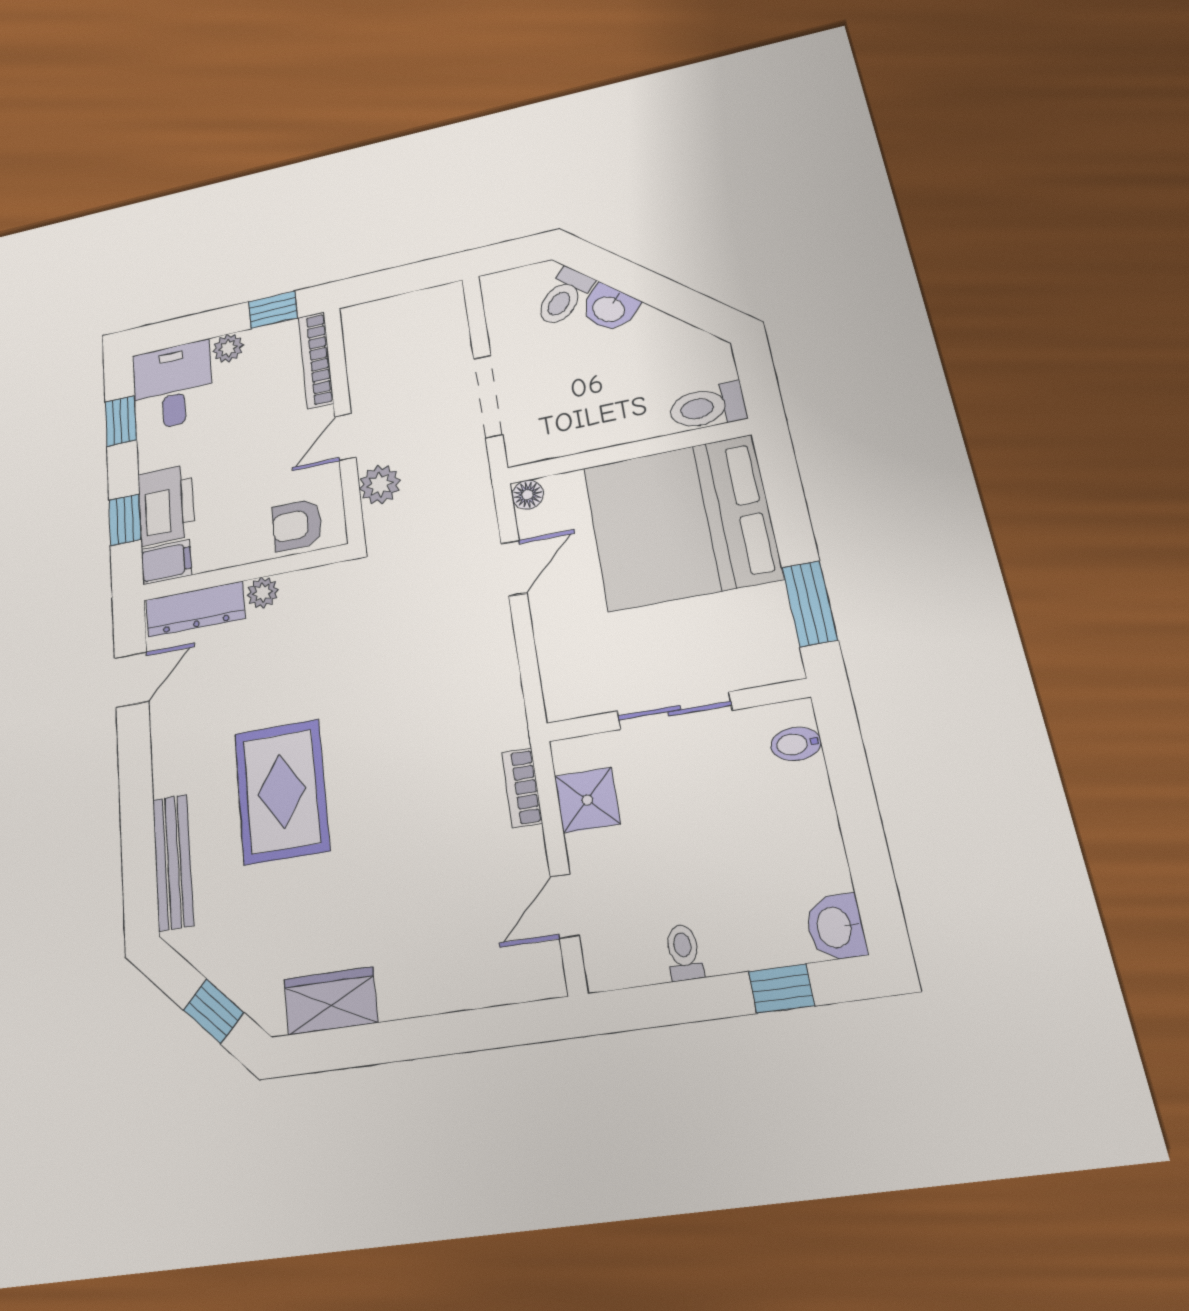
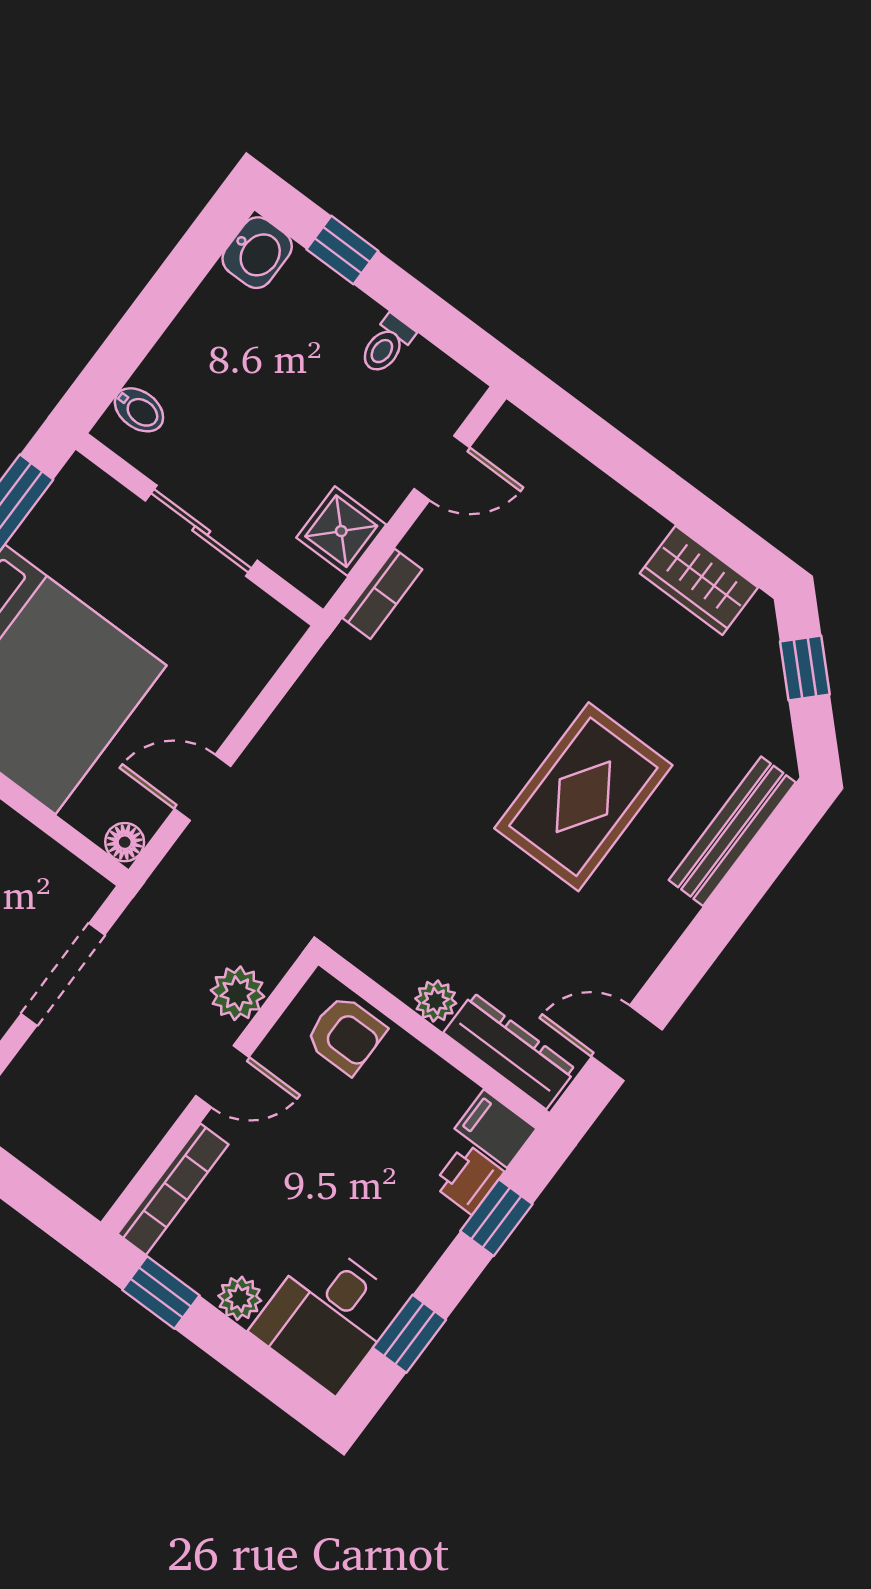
printer: (166, 505) -> (468, 1179), width x0.53, depth x0.68

